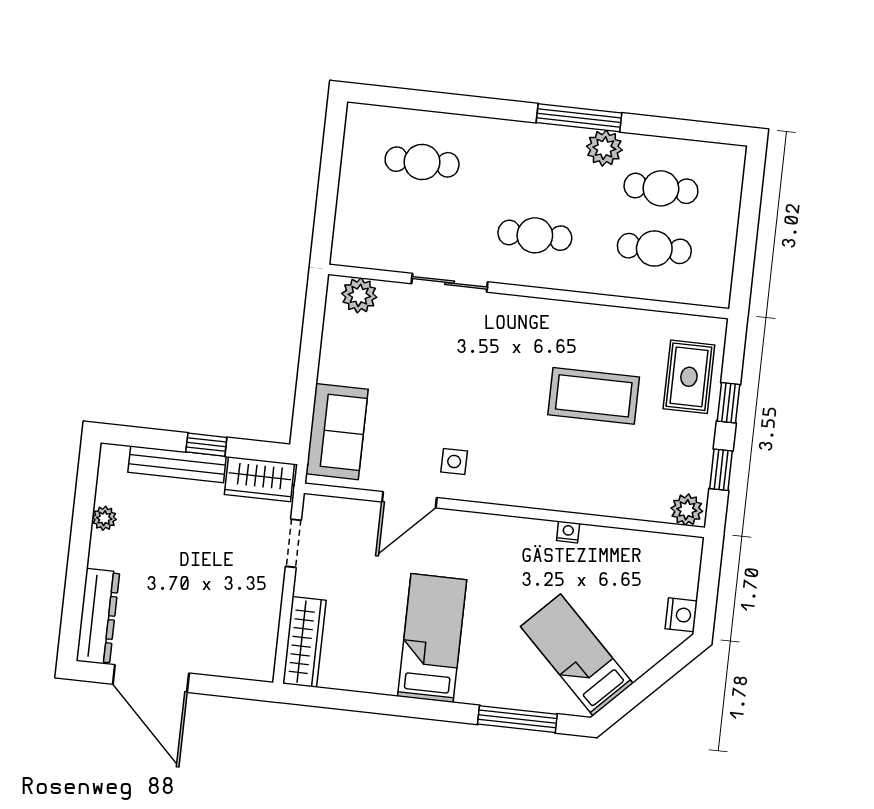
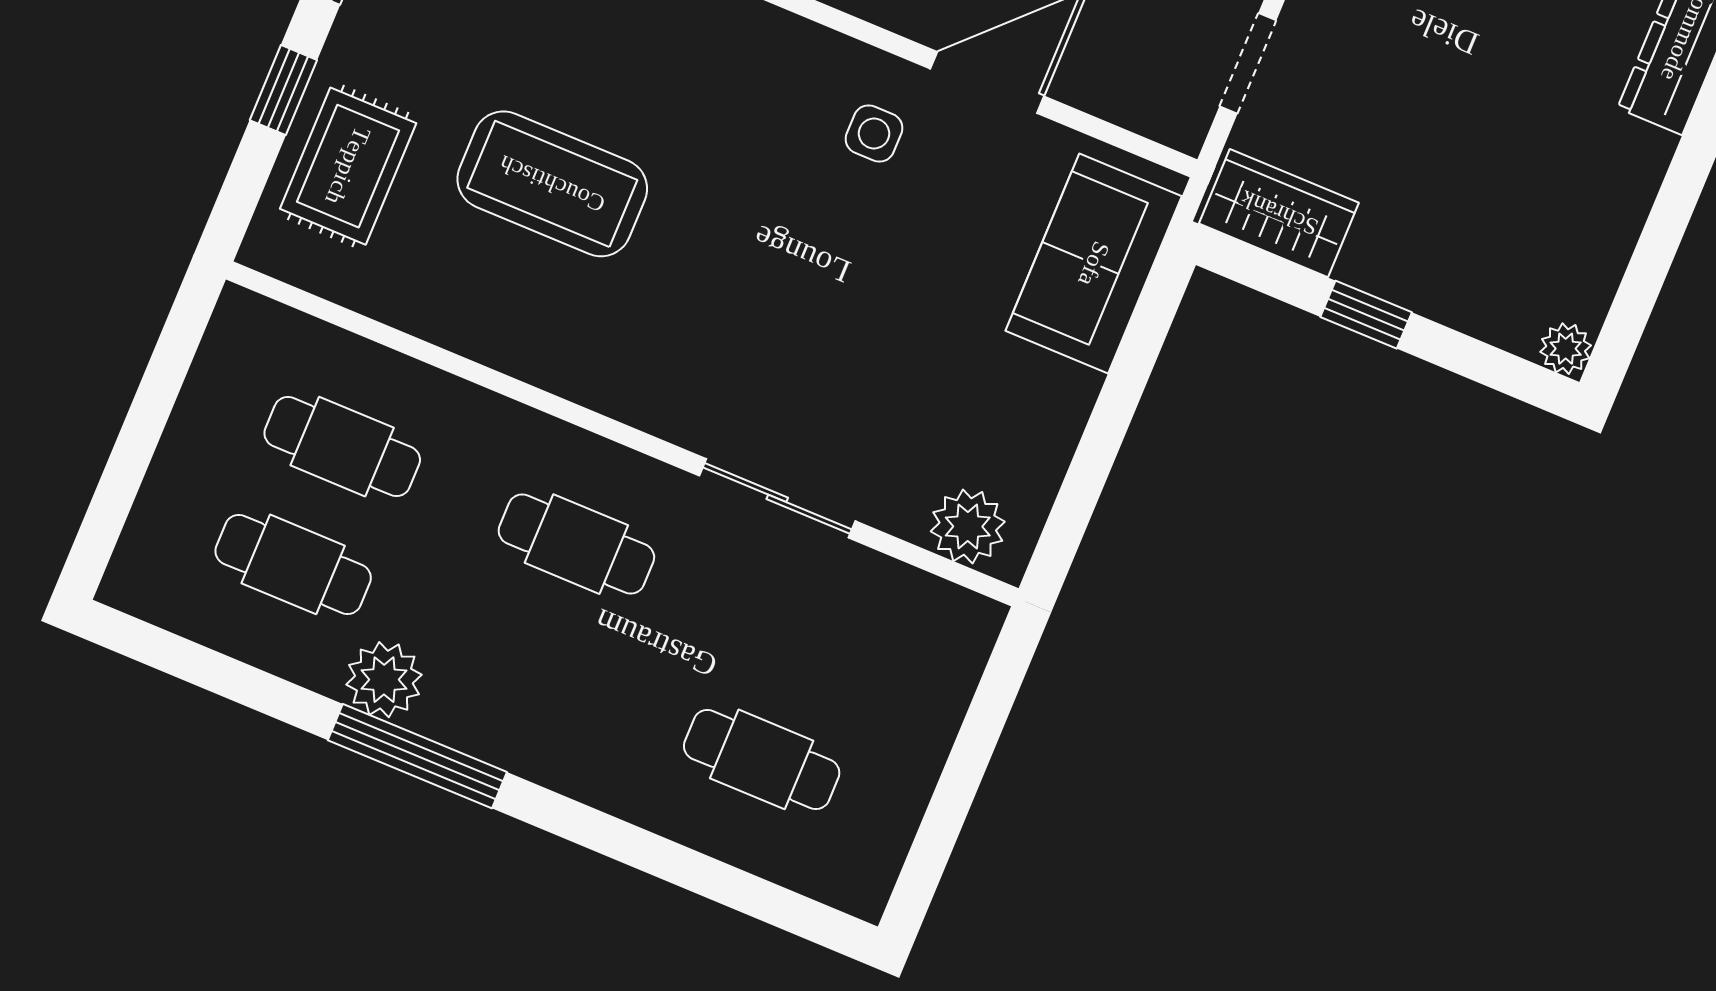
bench: (177, 464) -> (1437, 292), removed
plant: (104, 518) -> (1566, 349), moved

